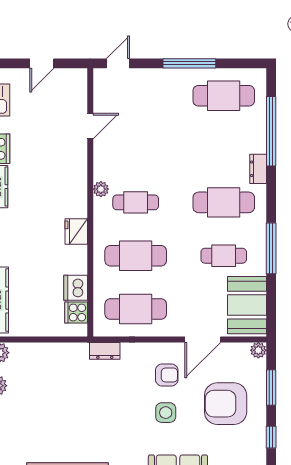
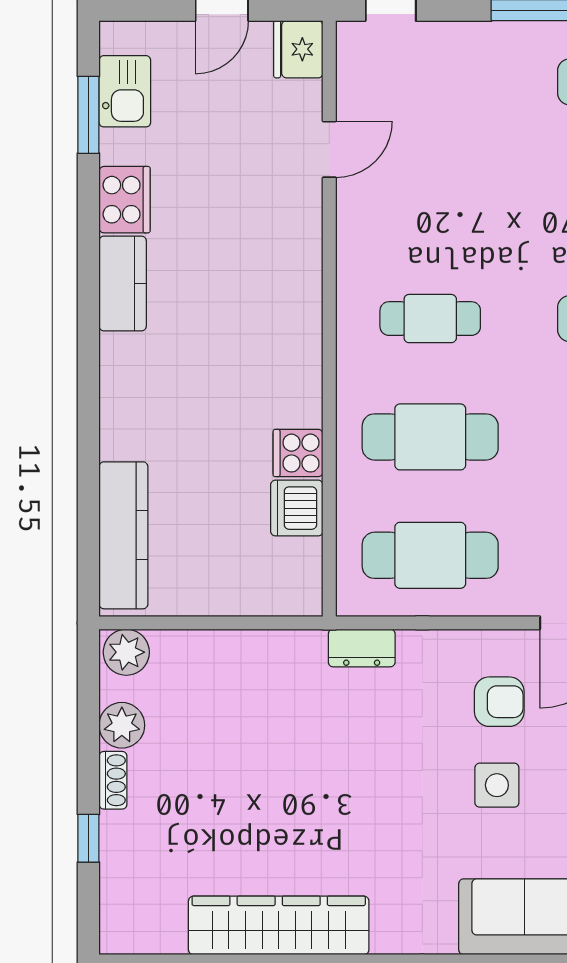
plant: (101, 189) -> (353, 289), removed
fridge: (76, 232) -> (298, 49), moved
cooker: (76, 313) -> (298, 453), moved

